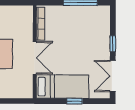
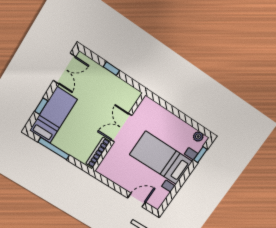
window: (113, 44) -> (41, 106), moved
bed: (62, 87) -> (53, 115), moved, turned 90

